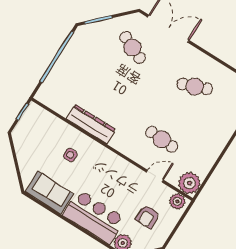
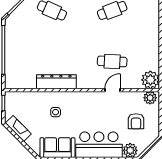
fireplace: (21, 148) -> (18, 129), added
door: (155, 176) -> (113, 90), moved

